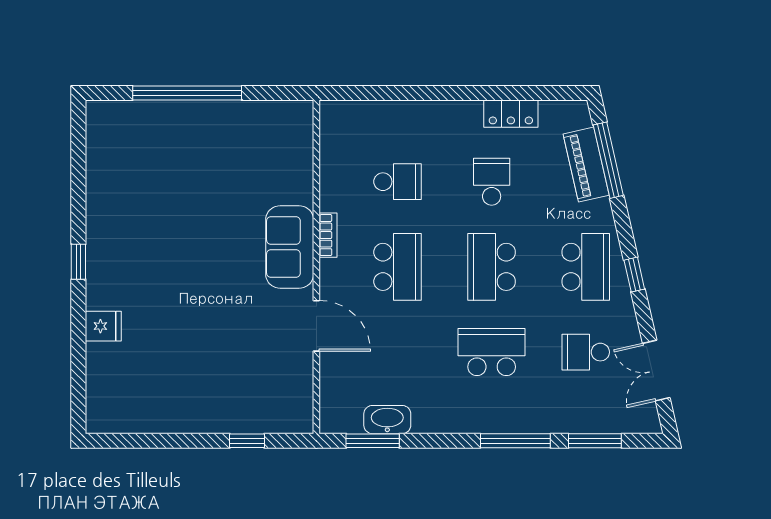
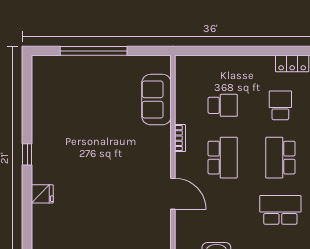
sofa: (290, 247) -> (157, 100), moved

